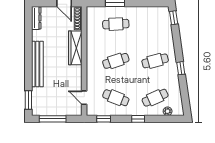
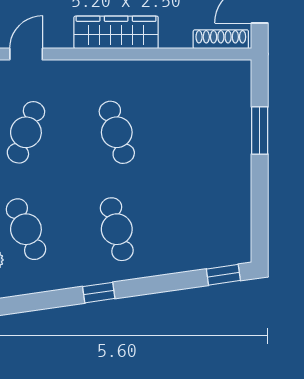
cafe table: (116, 24) -> (208, 132), removed
wardrobe: (75, 48) -> (116, 32), moved

